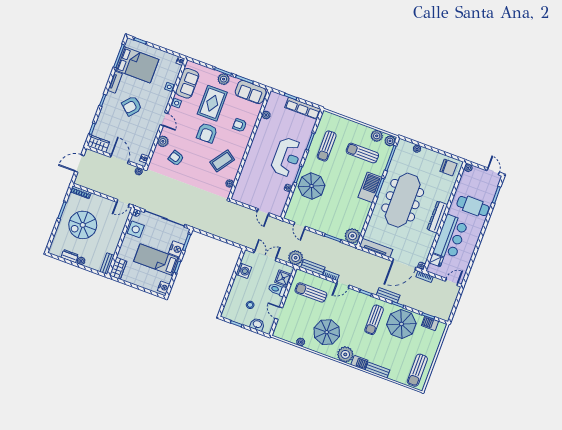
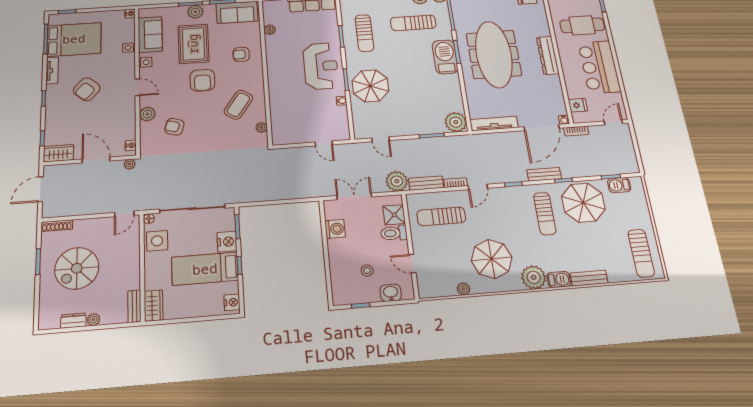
bar counter: (451, 237) -> (599, 67), moved, turned 180

